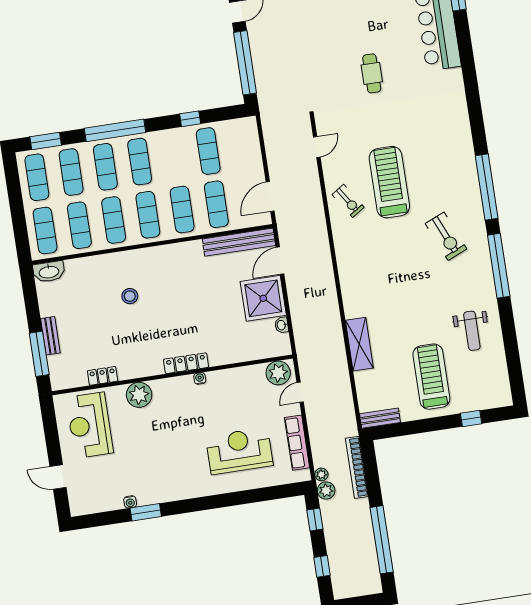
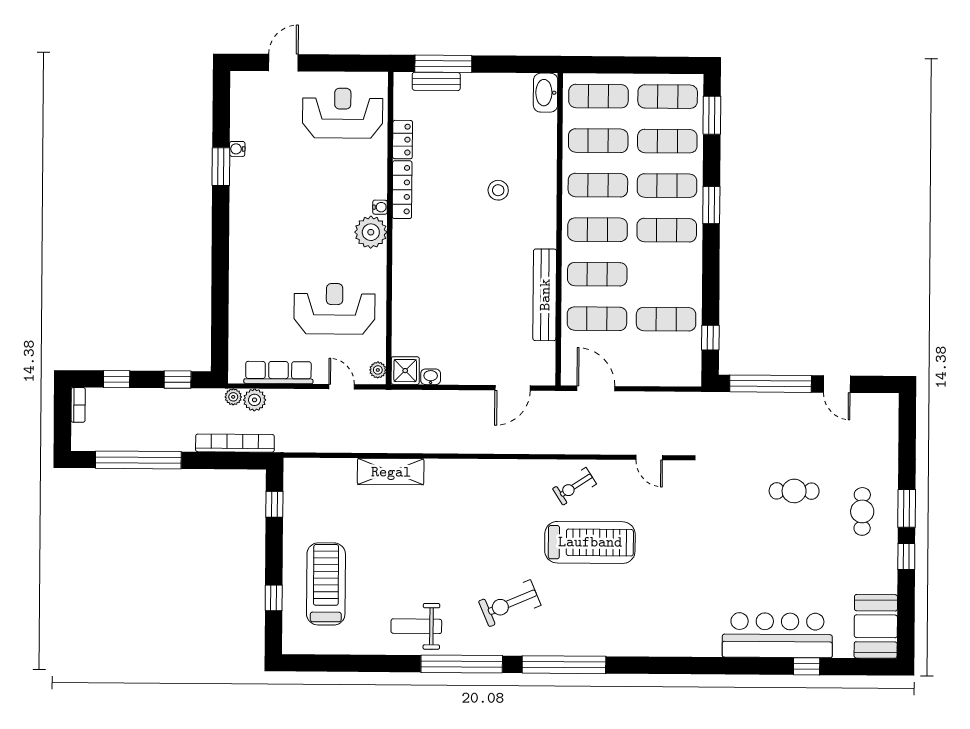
cafe table: (372, 73) -> (794, 491), moved
window: (190, 119) -> (710, 338), moved
window: (115, 130) -> (711, 205), width x0.47
bench: (239, 242) -> (545, 295), moved
door: (280, 261) -> (513, 388), swing flipped
shower: (263, 298) -> (405, 371), moved, width x0.54, depth x0.54
weight bench: (472, 331) -> (416, 626), moved
bench: (50, 336) -> (436, 81), moved
locker: (186, 363) -> (402, 190), moved
plant: (278, 373) -> (378, 370), width x0.53, depth x0.53
treadmill: (431, 377) -> (326, 584), moved, turned -90
water cooler: (200, 378) -> (380, 207), moved
plant: (139, 395) -> (371, 232), moved
bench: (380, 418) -> (293, 483), removed
window: (399, 430) -> (274, 504), added
reception desk: (239, 451) -> (334, 309), moved, turned -90
plant: (326, 491) -> (255, 400), moved
bookcase: (347, 593) -> (78, 405), added

